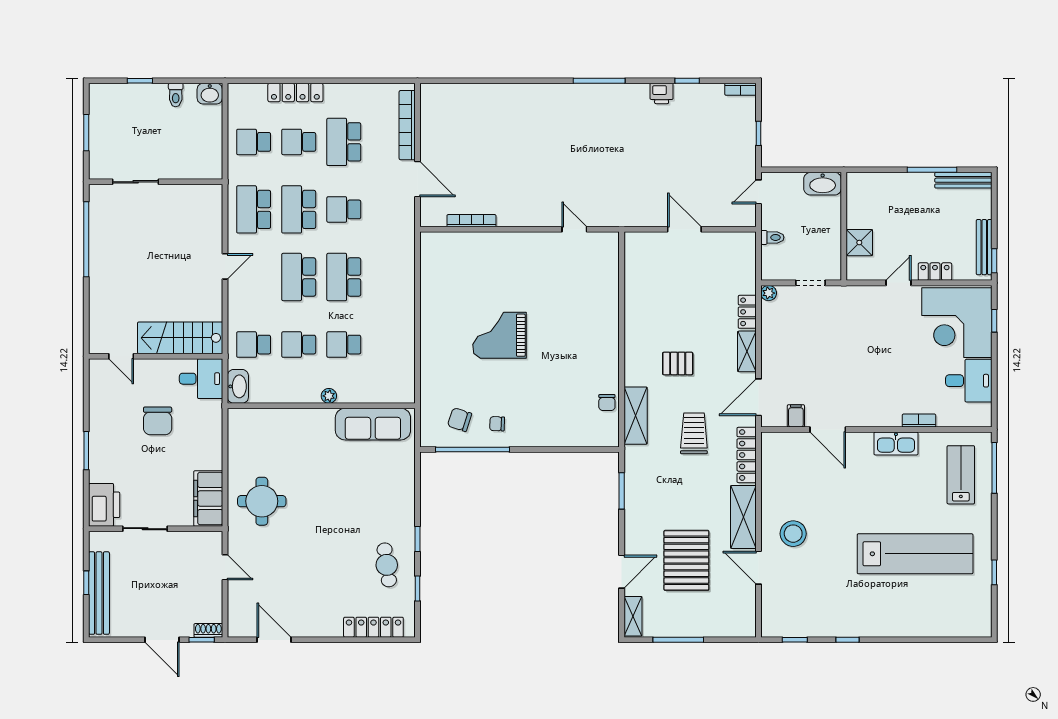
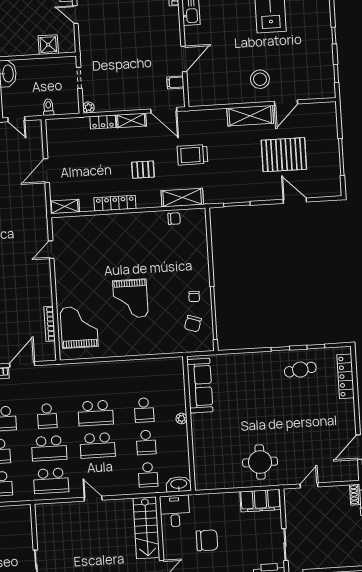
grand piano: (465, 261) -> (79, 327), added
pallet: (678, 363) -> (143, 170), turned 90
locker: (747, 455) -> (115, 203), moved, turned 180
shelving: (633, 616) -> (65, 207), moved

